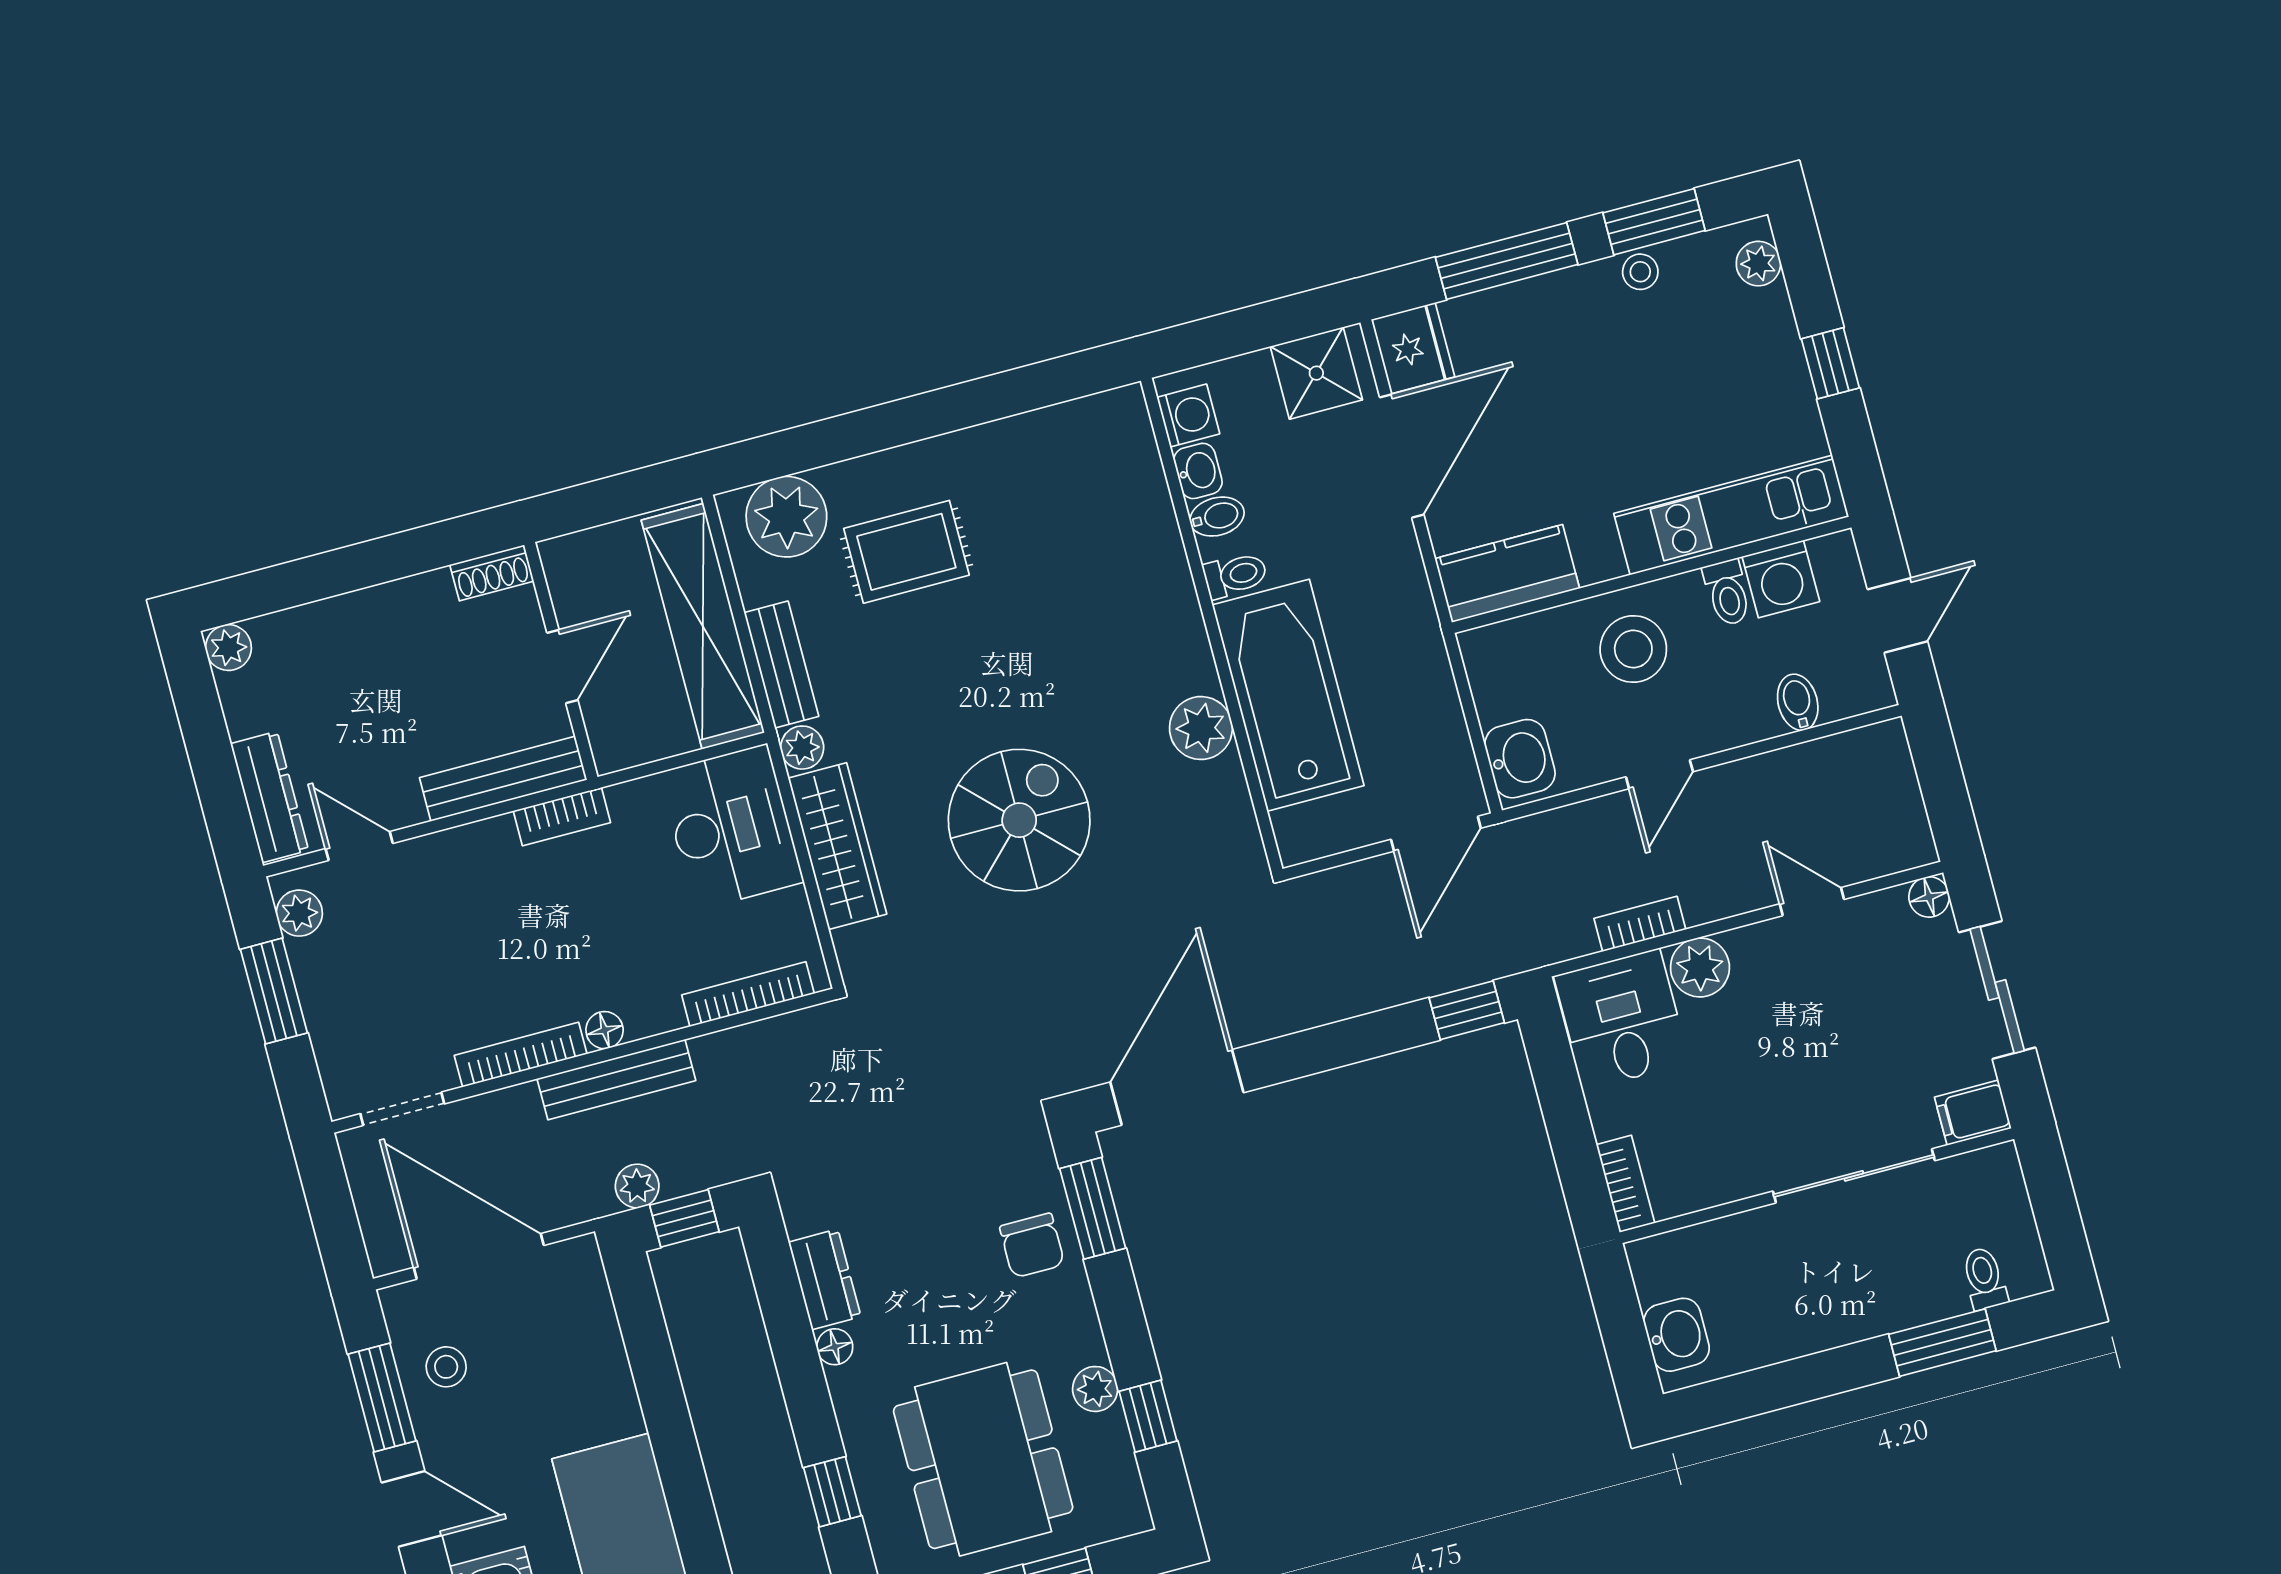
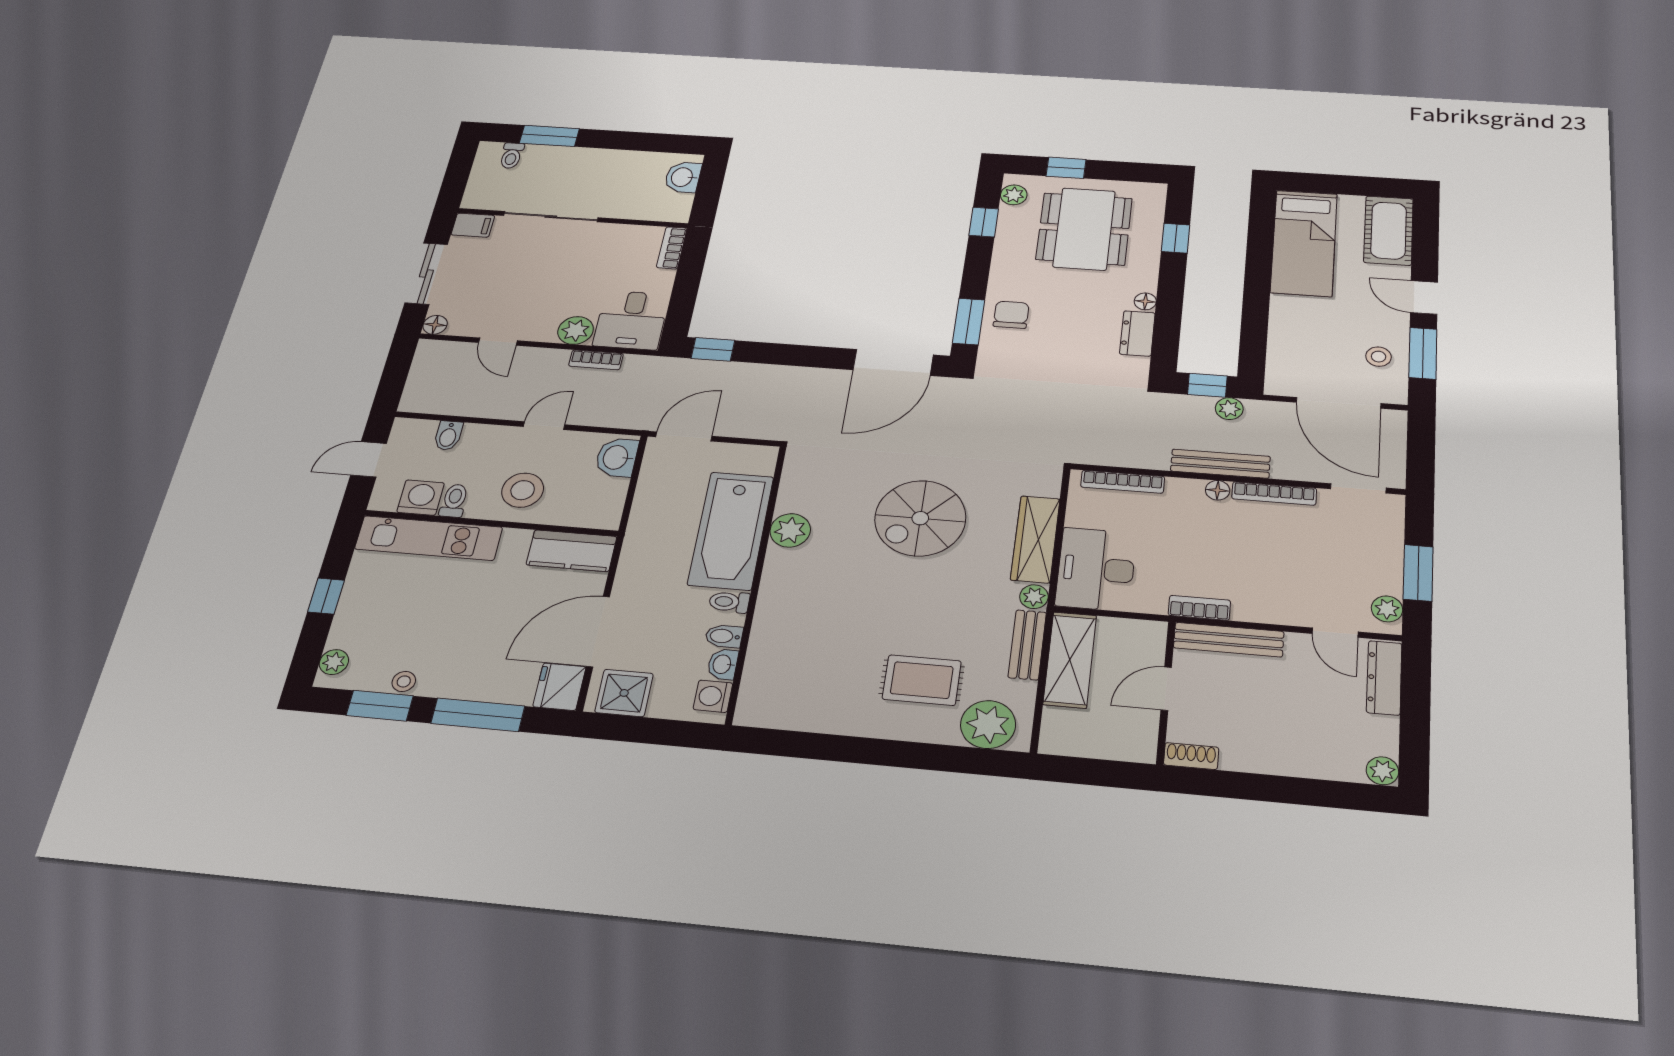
shelving: (703, 626) -> (1070, 660), width x0.68
plant: (1095, 1389) -> (1014, 195), moved

